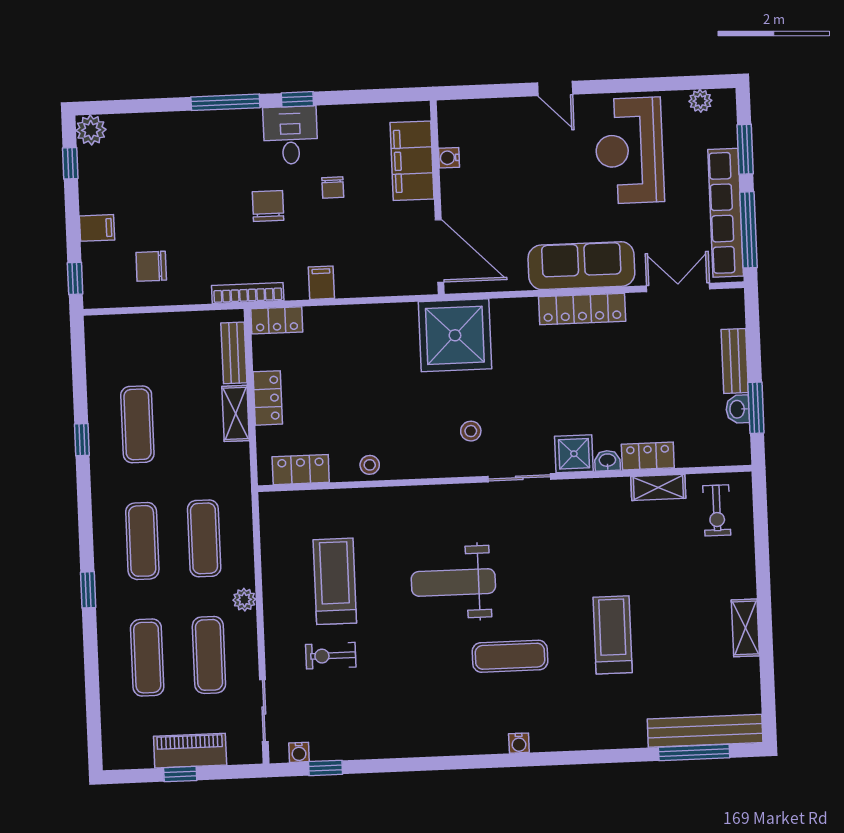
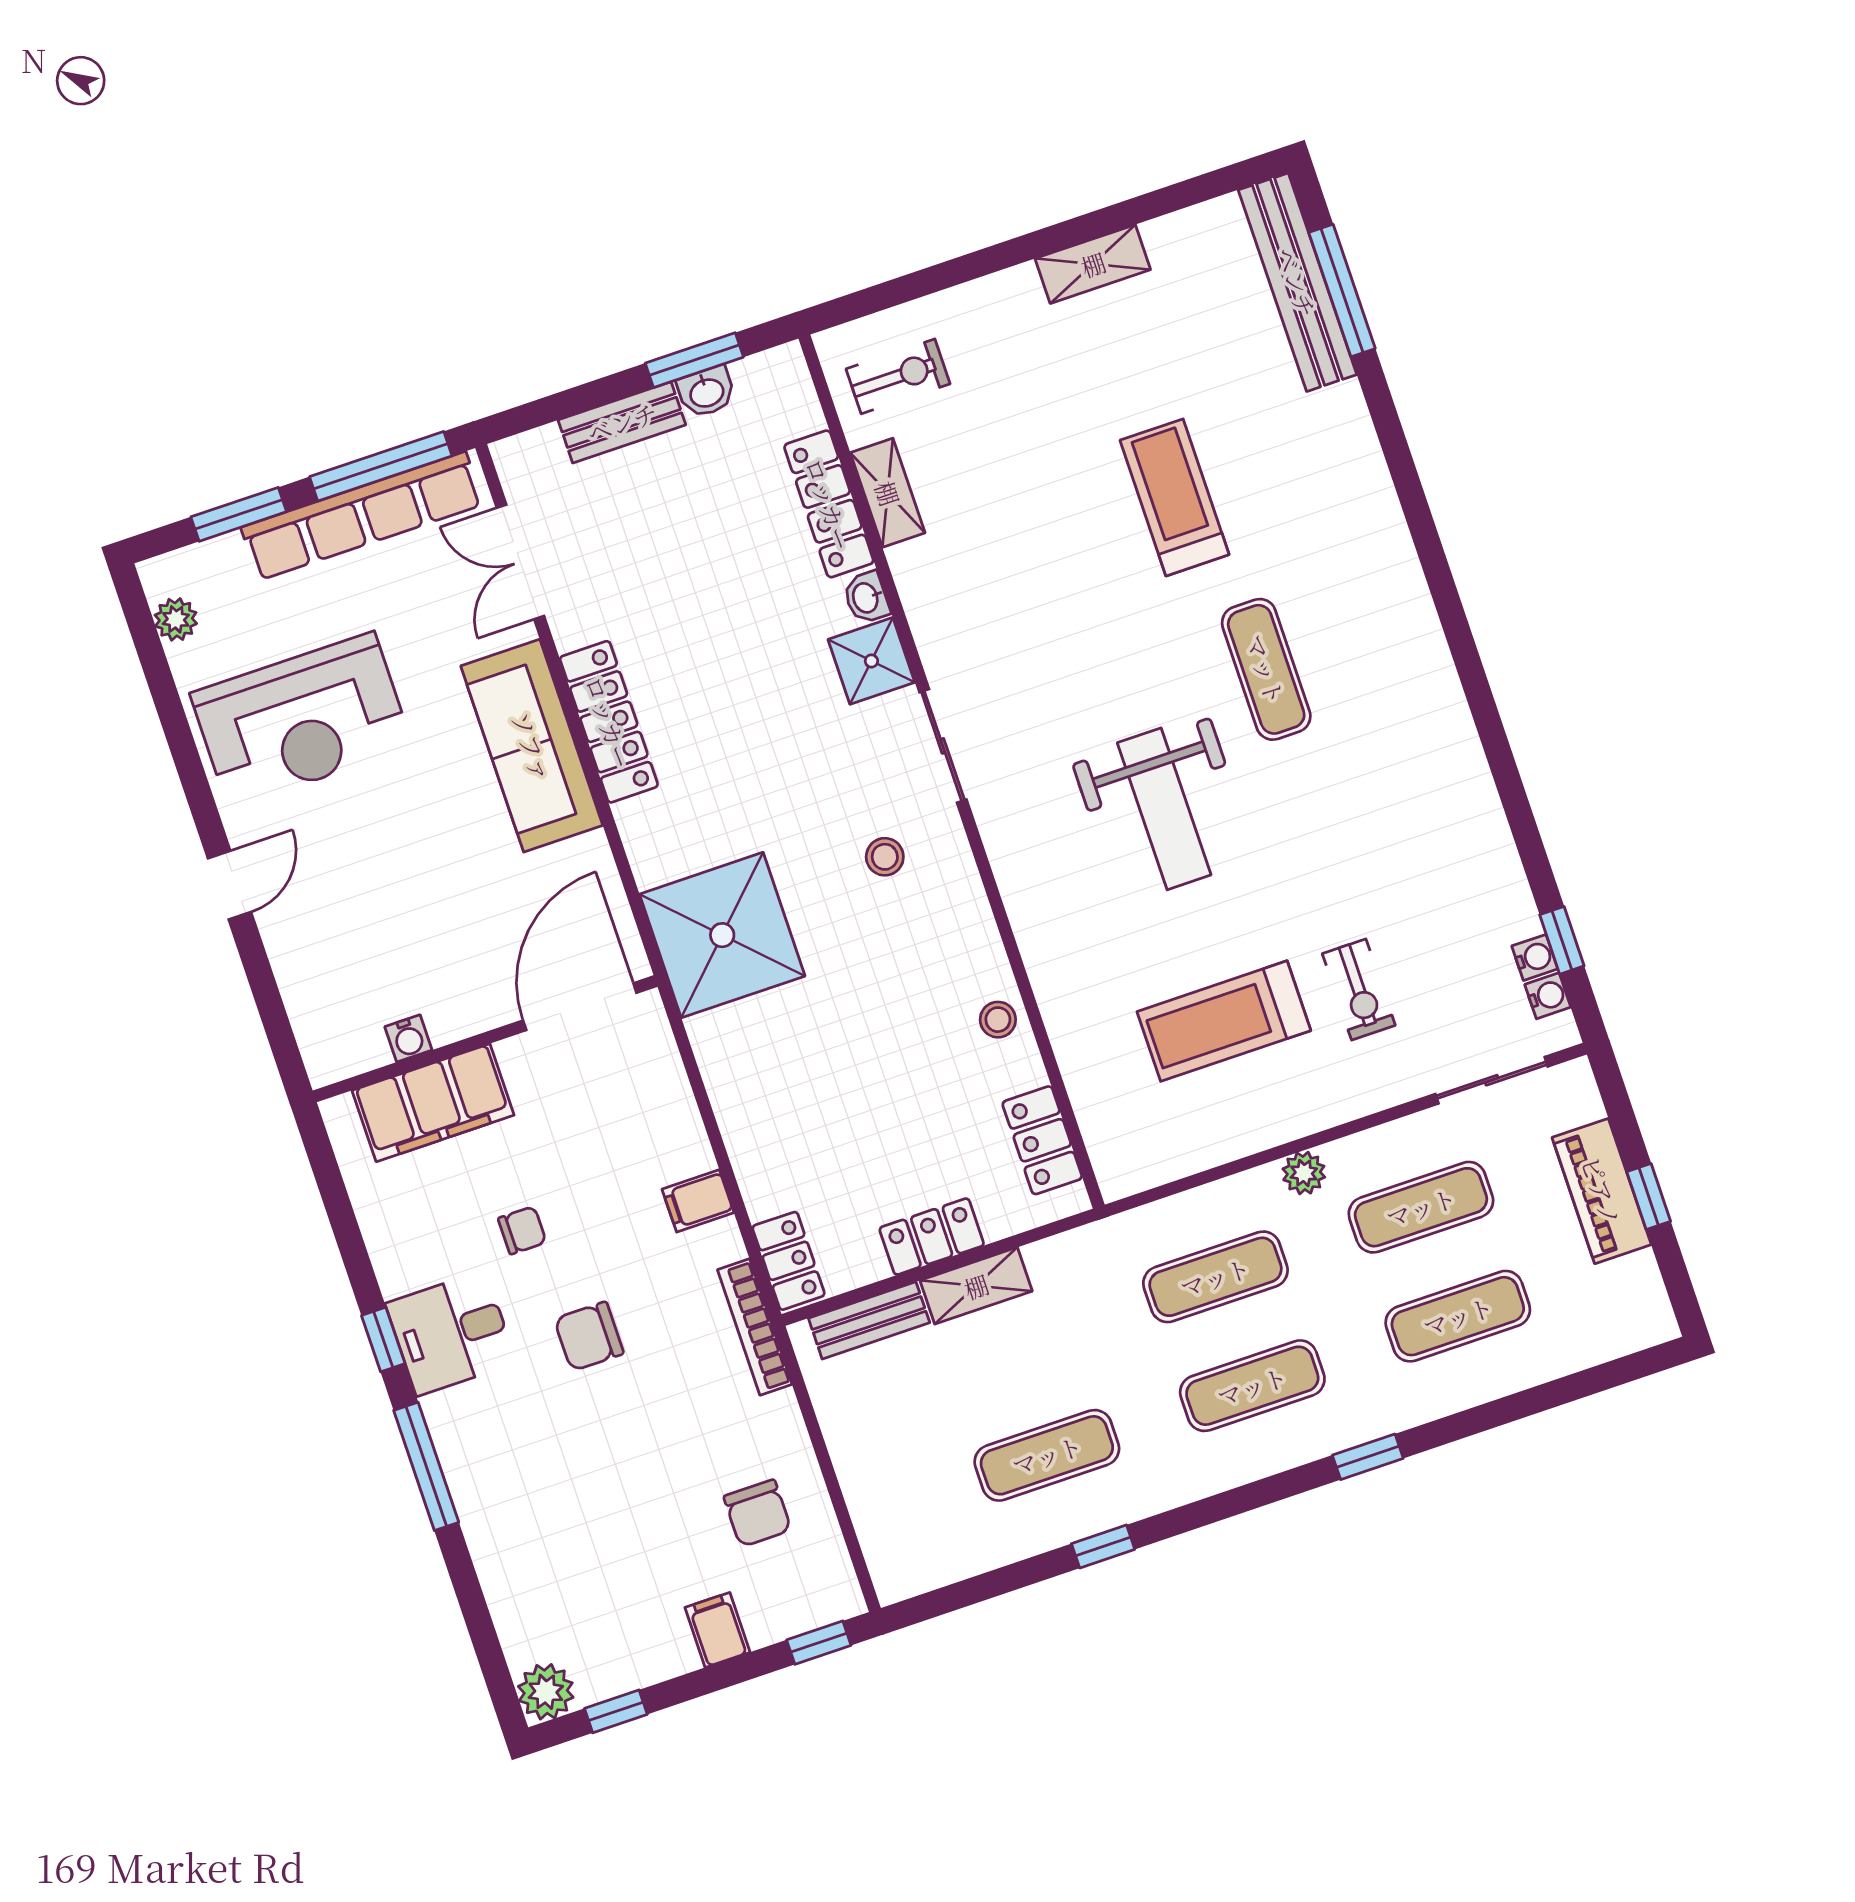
locker: (648, 456) -> (829, 504), width x1.53
treadmill: (613, 635) -> (1175, 497), turned 90
water cooler: (519, 743) -> (1535, 957), moved

